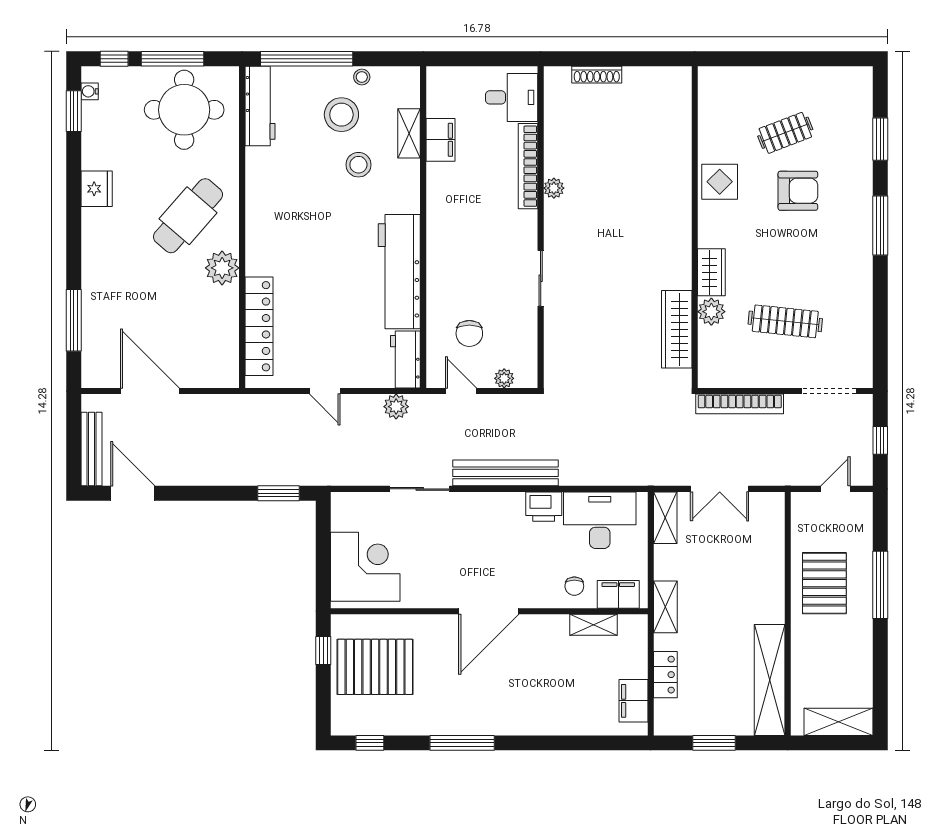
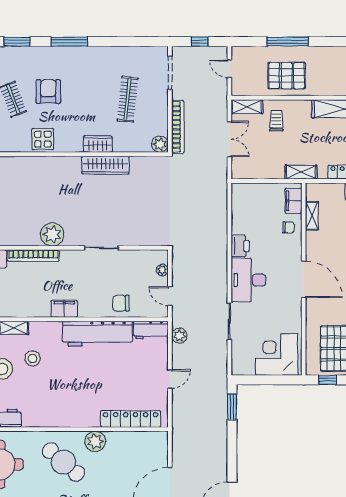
filing cabinet: (440, 140) -> (64, 309), moved
plant: (554, 188) -> (52, 234), width x1.87, depth x1.87
plant: (711, 312) -> (160, 144), moved
wardrobe: (677, 329) -> (105, 165), moved
chair: (469, 333) -> (121, 303), moved, turned 180
door: (461, 391) -> (170, 296), hinge flipped
bench: (505, 473) -> (220, 269), removed
shelving: (665, 518) -> (247, 107), moved
desk: (600, 520) -> (248, 280), moved
trolley: (750, 566) -> (276, 121), added

